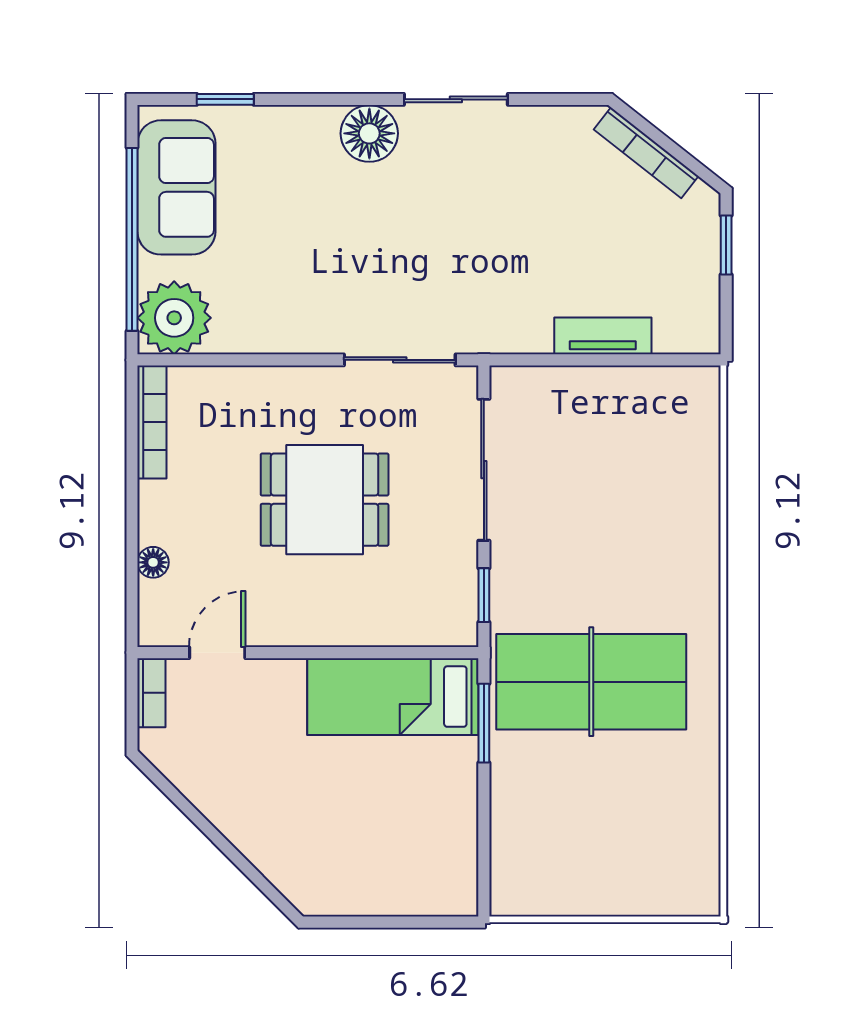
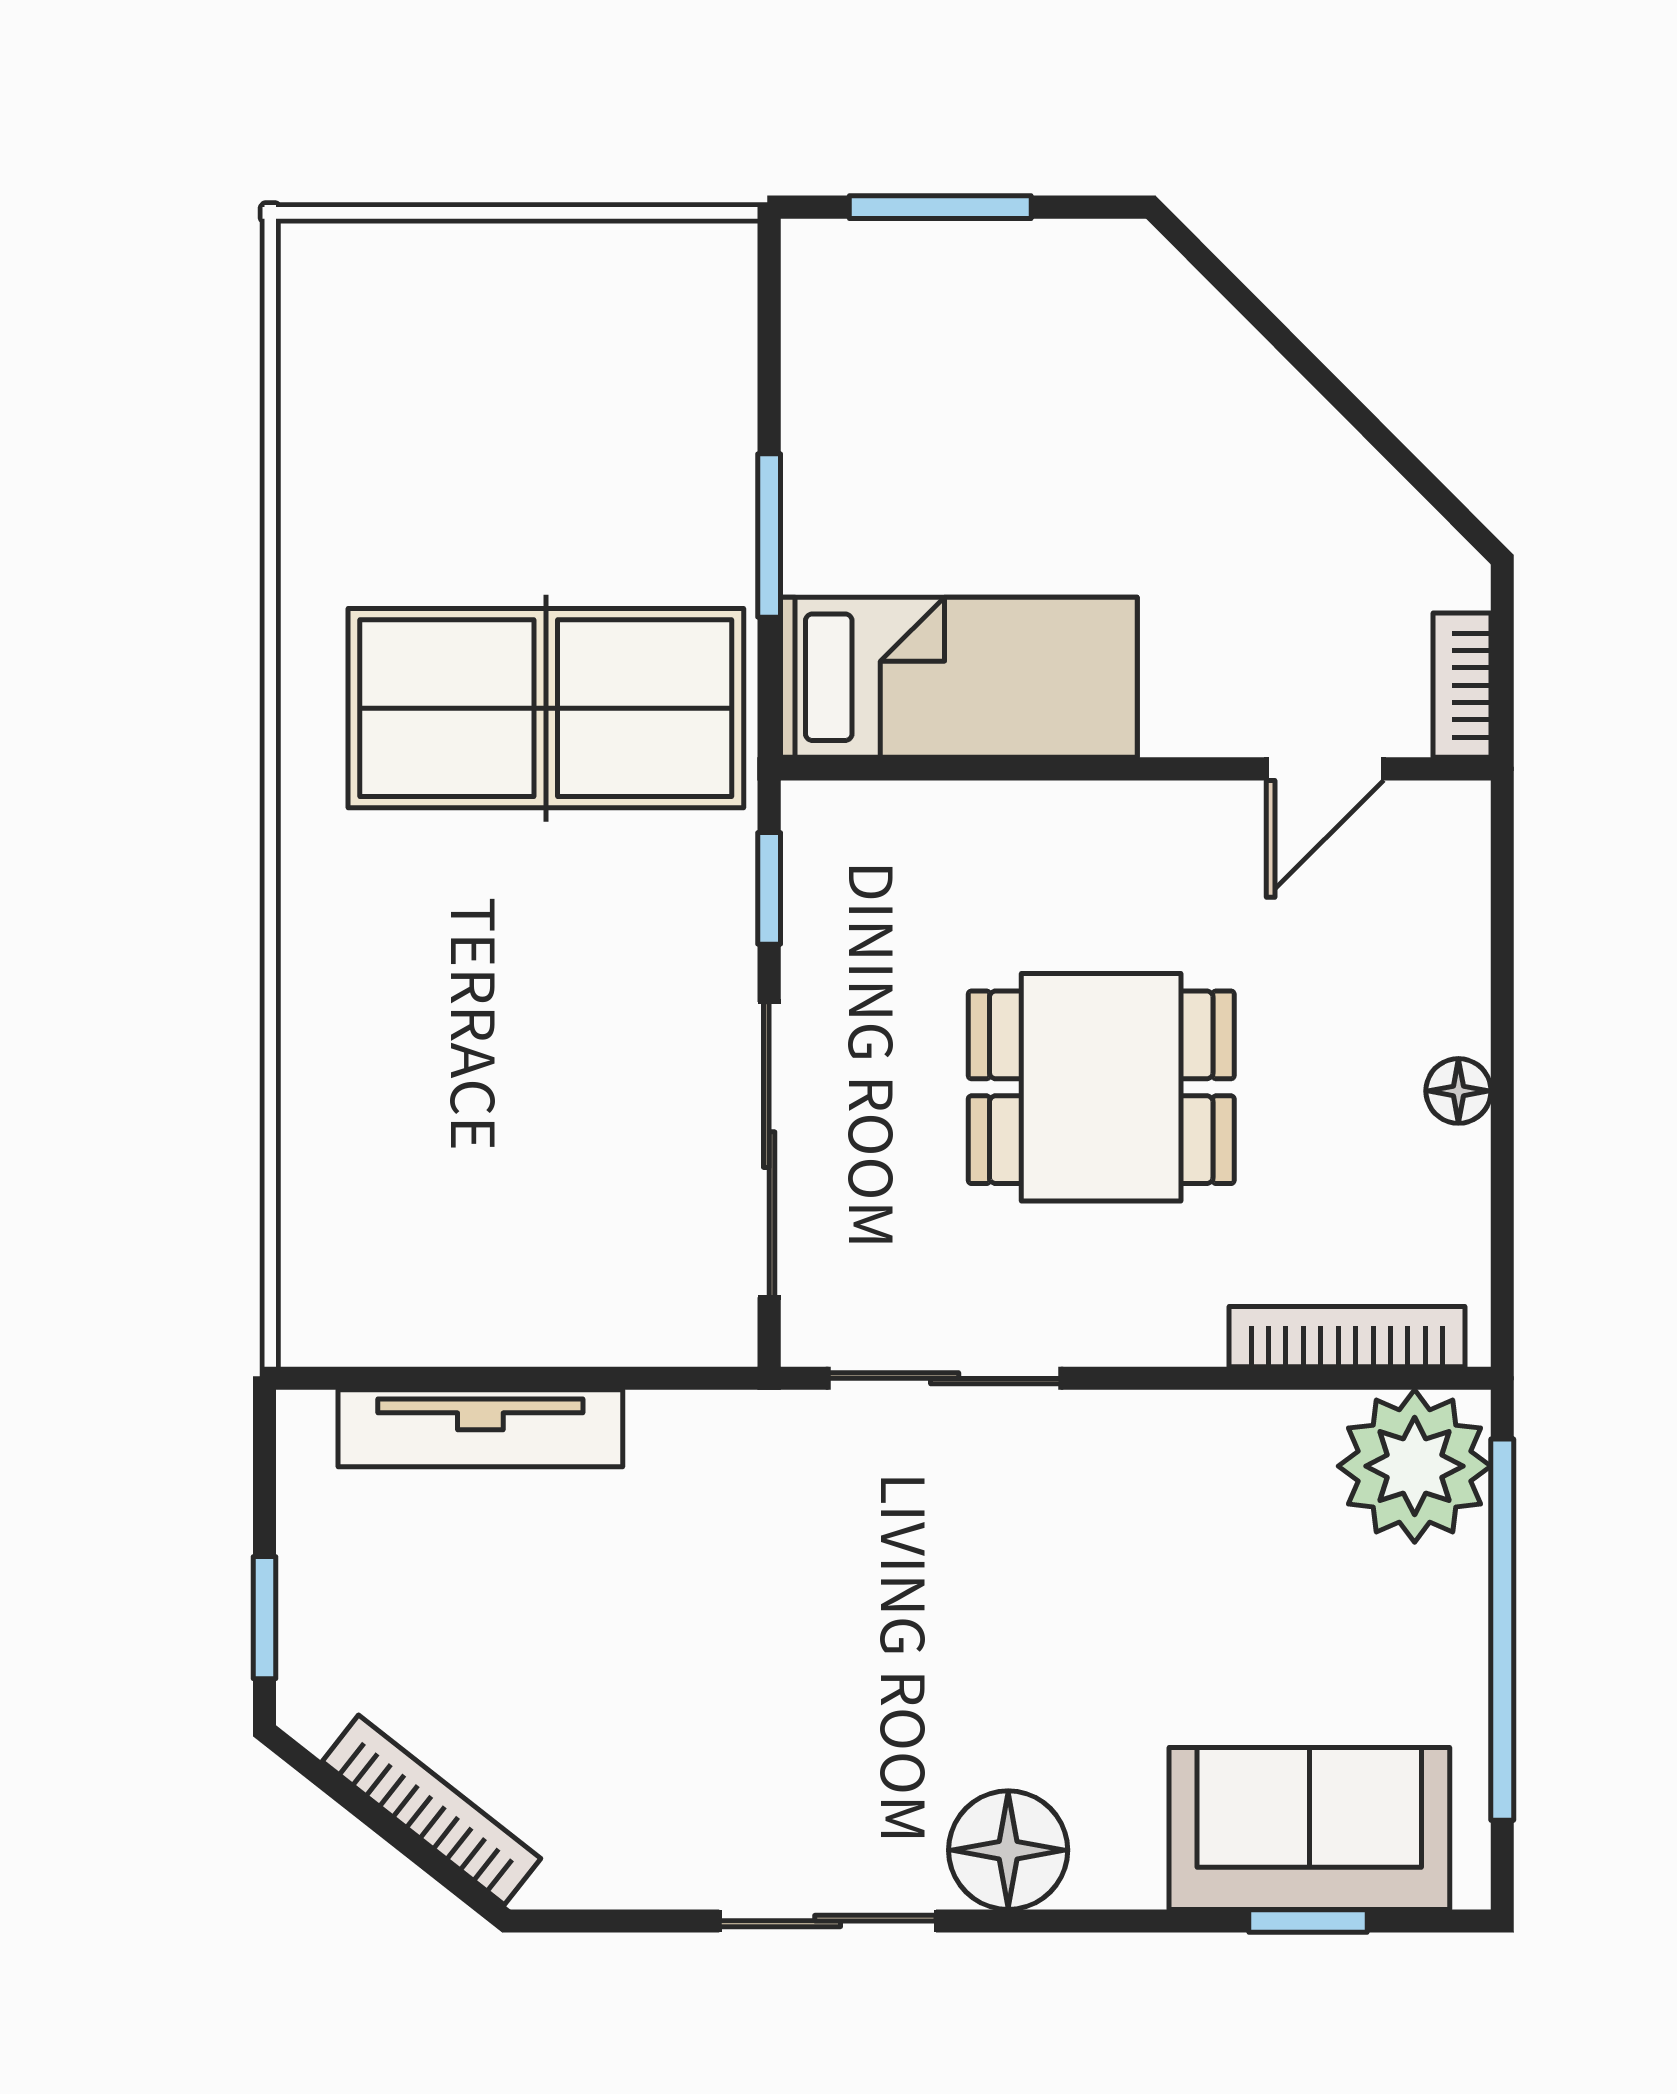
sofa: (176, 187) -> (1309, 1828), moved, turned 90
tv unit: (603, 336) -> (480, 1428), width x1.41
bookcase: (152, 422) -> (1347, 1337), moved, turned 90
floor lamp: (153, 562) -> (1458, 1091), moved
window: (484, 723) -> (769, 535), moved
window: (402, 922) -> (940, 207), added

